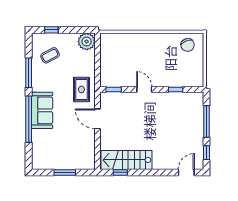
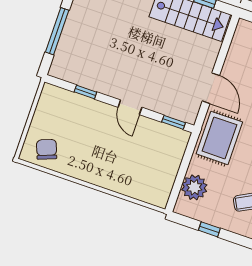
window: (51, 30) -> (209, 229), moved
plant: (87, 42) -> (194, 187), moved
rug: (81, 89) -> (219, 138), width x1.36, depth x1.43

